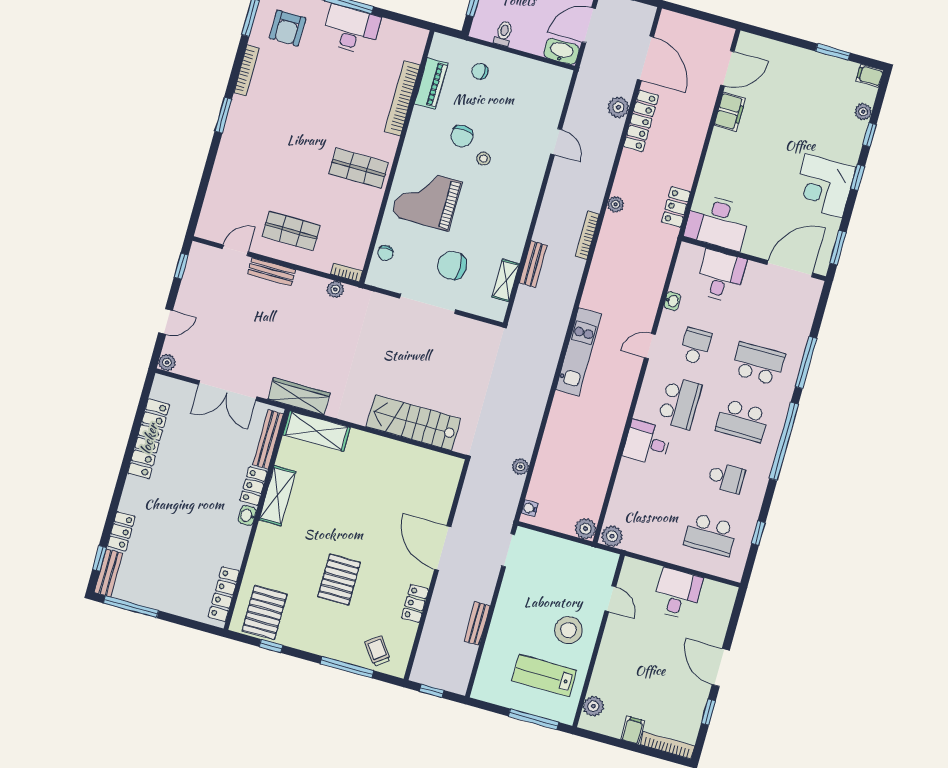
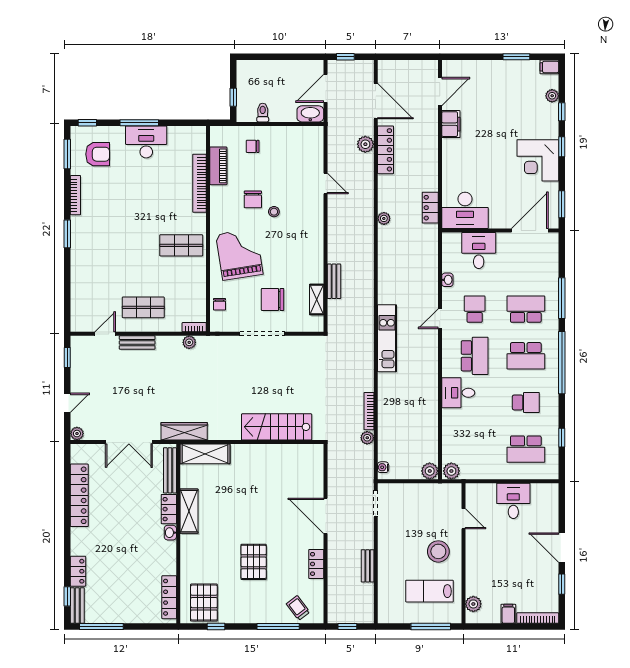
armchair: (288, 28) -> (98, 154), turned -90
grand piano: (427, 199) -> (239, 254), turned 81
bookcase: (587, 235) -> (369, 411), moved

